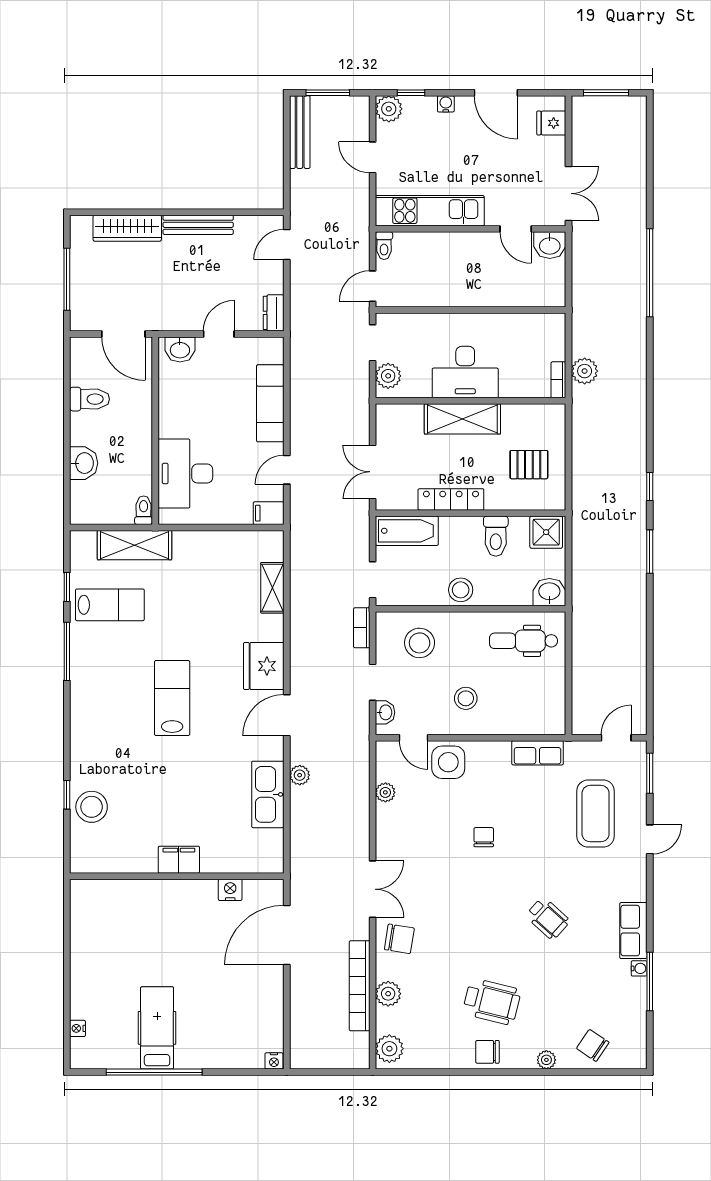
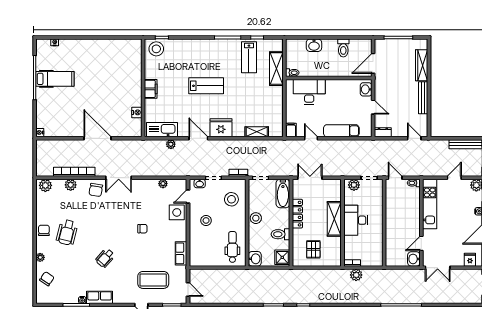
filing cabinet: (179, 860) -> (151, 89), moved
wall: (177, 876) -> (143, 88), moved
nightstand: (230, 890) -> (137, 112), moved

